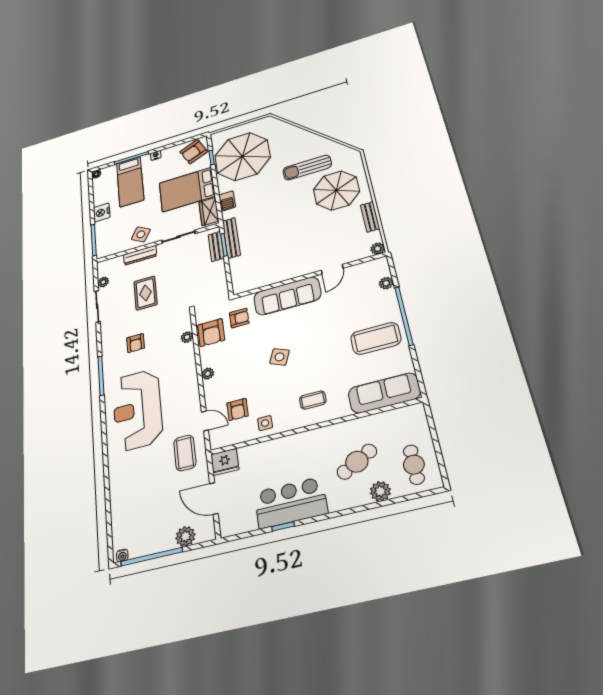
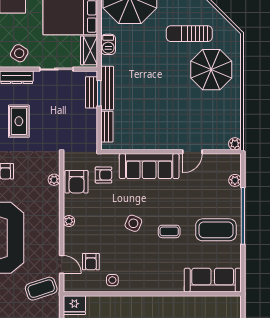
bench: (370, 217) -> (107, 127), moved
coffee table: (313, 400) -> (169, 231), moved
coffee table: (185, 453) -> (41, 289), turned 72

